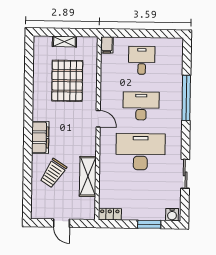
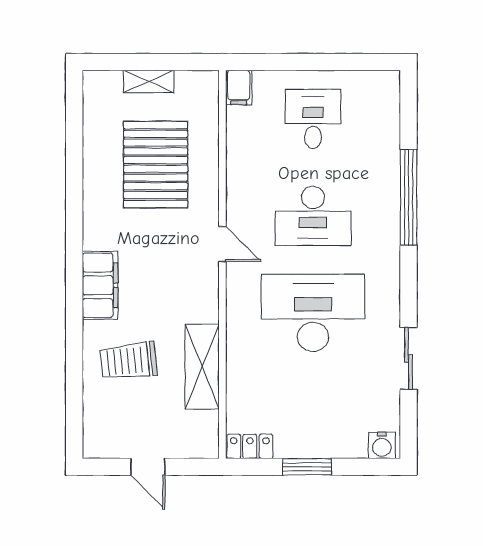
desk: (141, 106) -> (313, 216), turned 180
trolley: (53, 173) -> (128, 361), turned 51
window: (149, 224) -> (307, 467), moved

